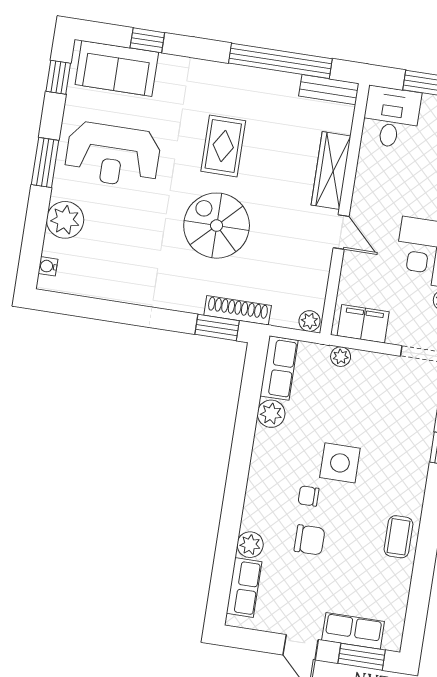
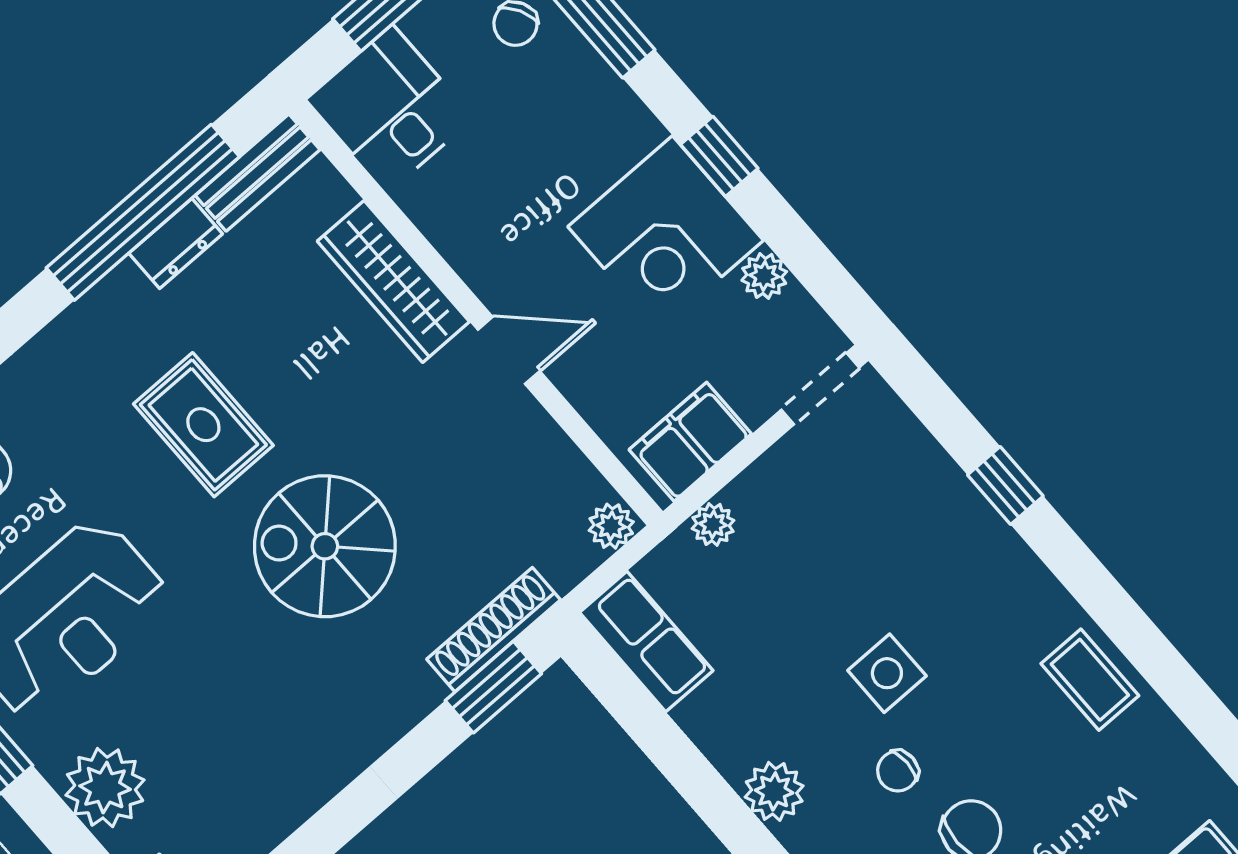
dresser: (279, 82) -> (176, 244), added
plant: (271, 414) -> (774, 791), moved
side table: (340, 463) -> (887, 673), width x0.73, depth x0.73

